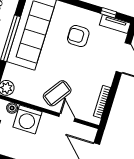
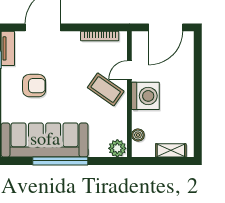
armchair: (78, 36) -> (34, 86), turned -90
washing machine: (27, 119) -> (145, 96), moved

